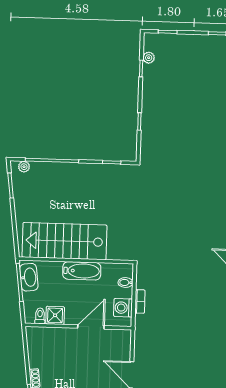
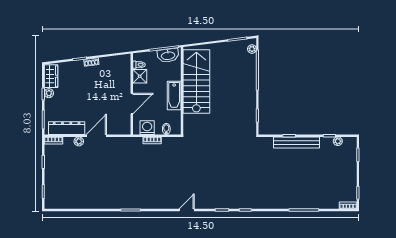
bench: (149, 112) -> (296, 142), added
door: (91, 327) -> (132, 104), hinge flipped

